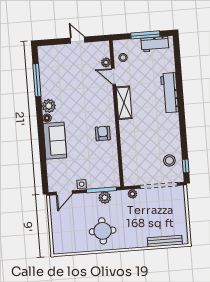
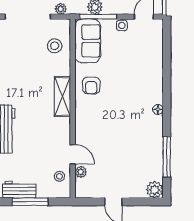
shelving: (124, 103) -> (62, 96), moved
plant: (49, 106) -> (155, 190), moved
sofa: (55, 141) -> (88, 41), moved, turned 180
stool: (169, 160) -> (55, 46), moved

